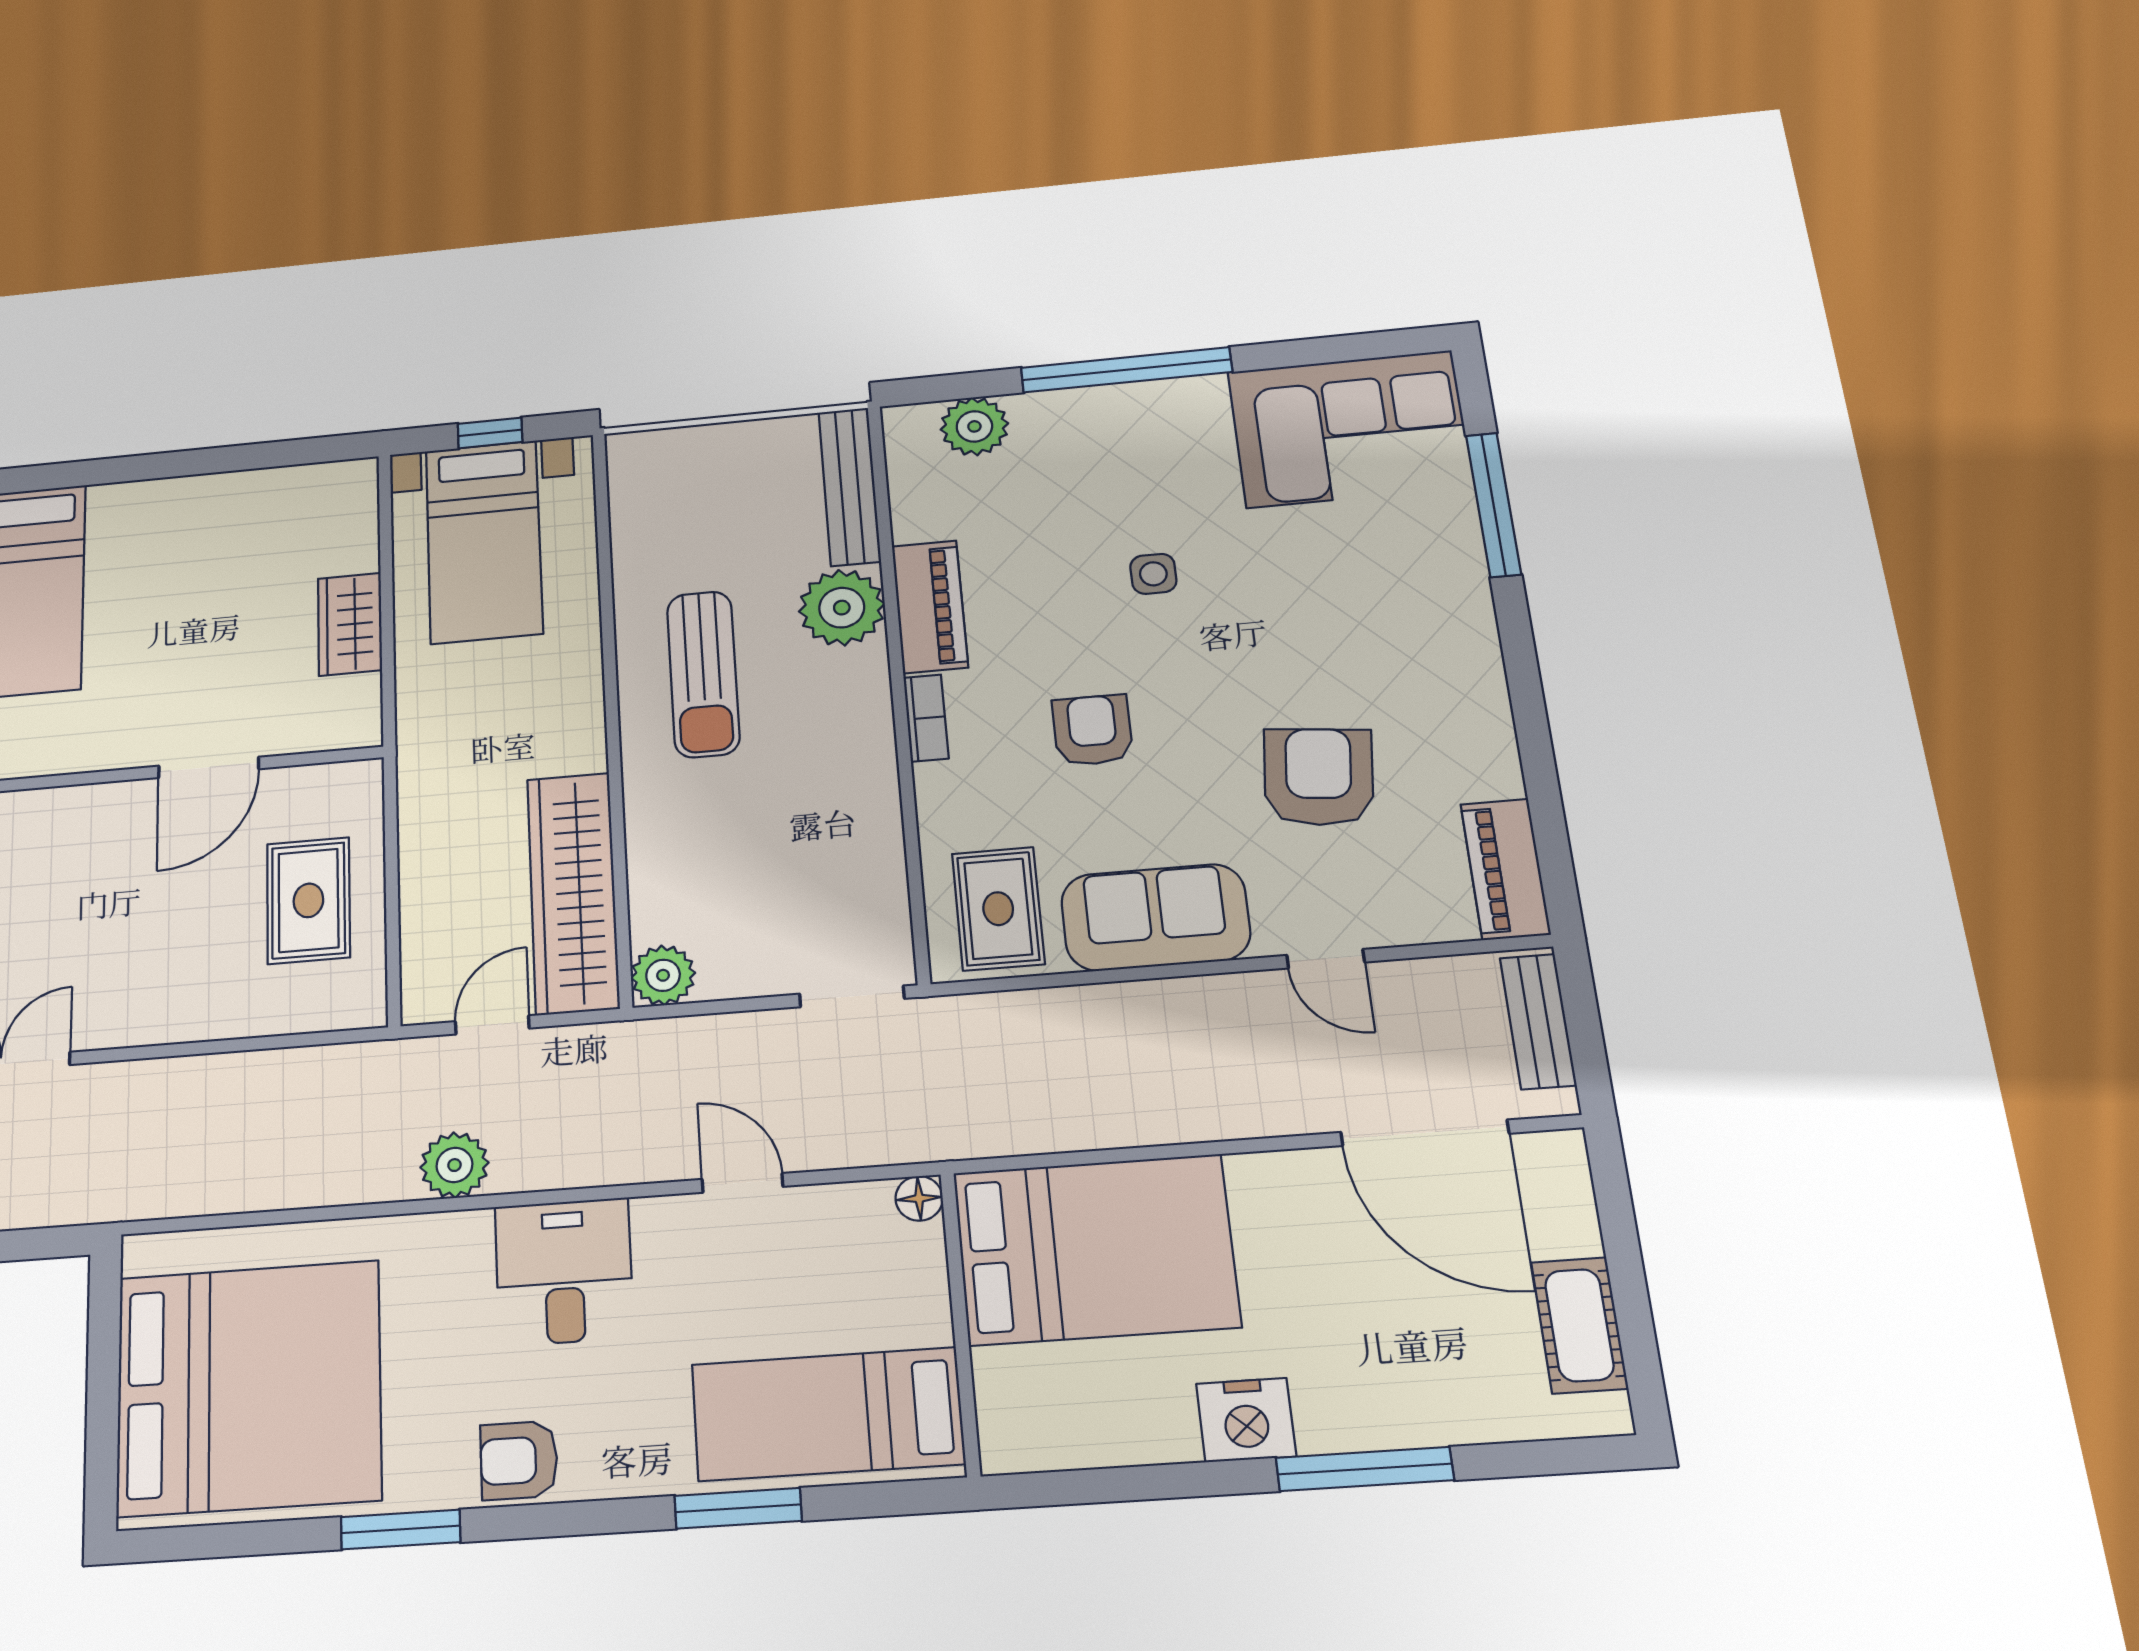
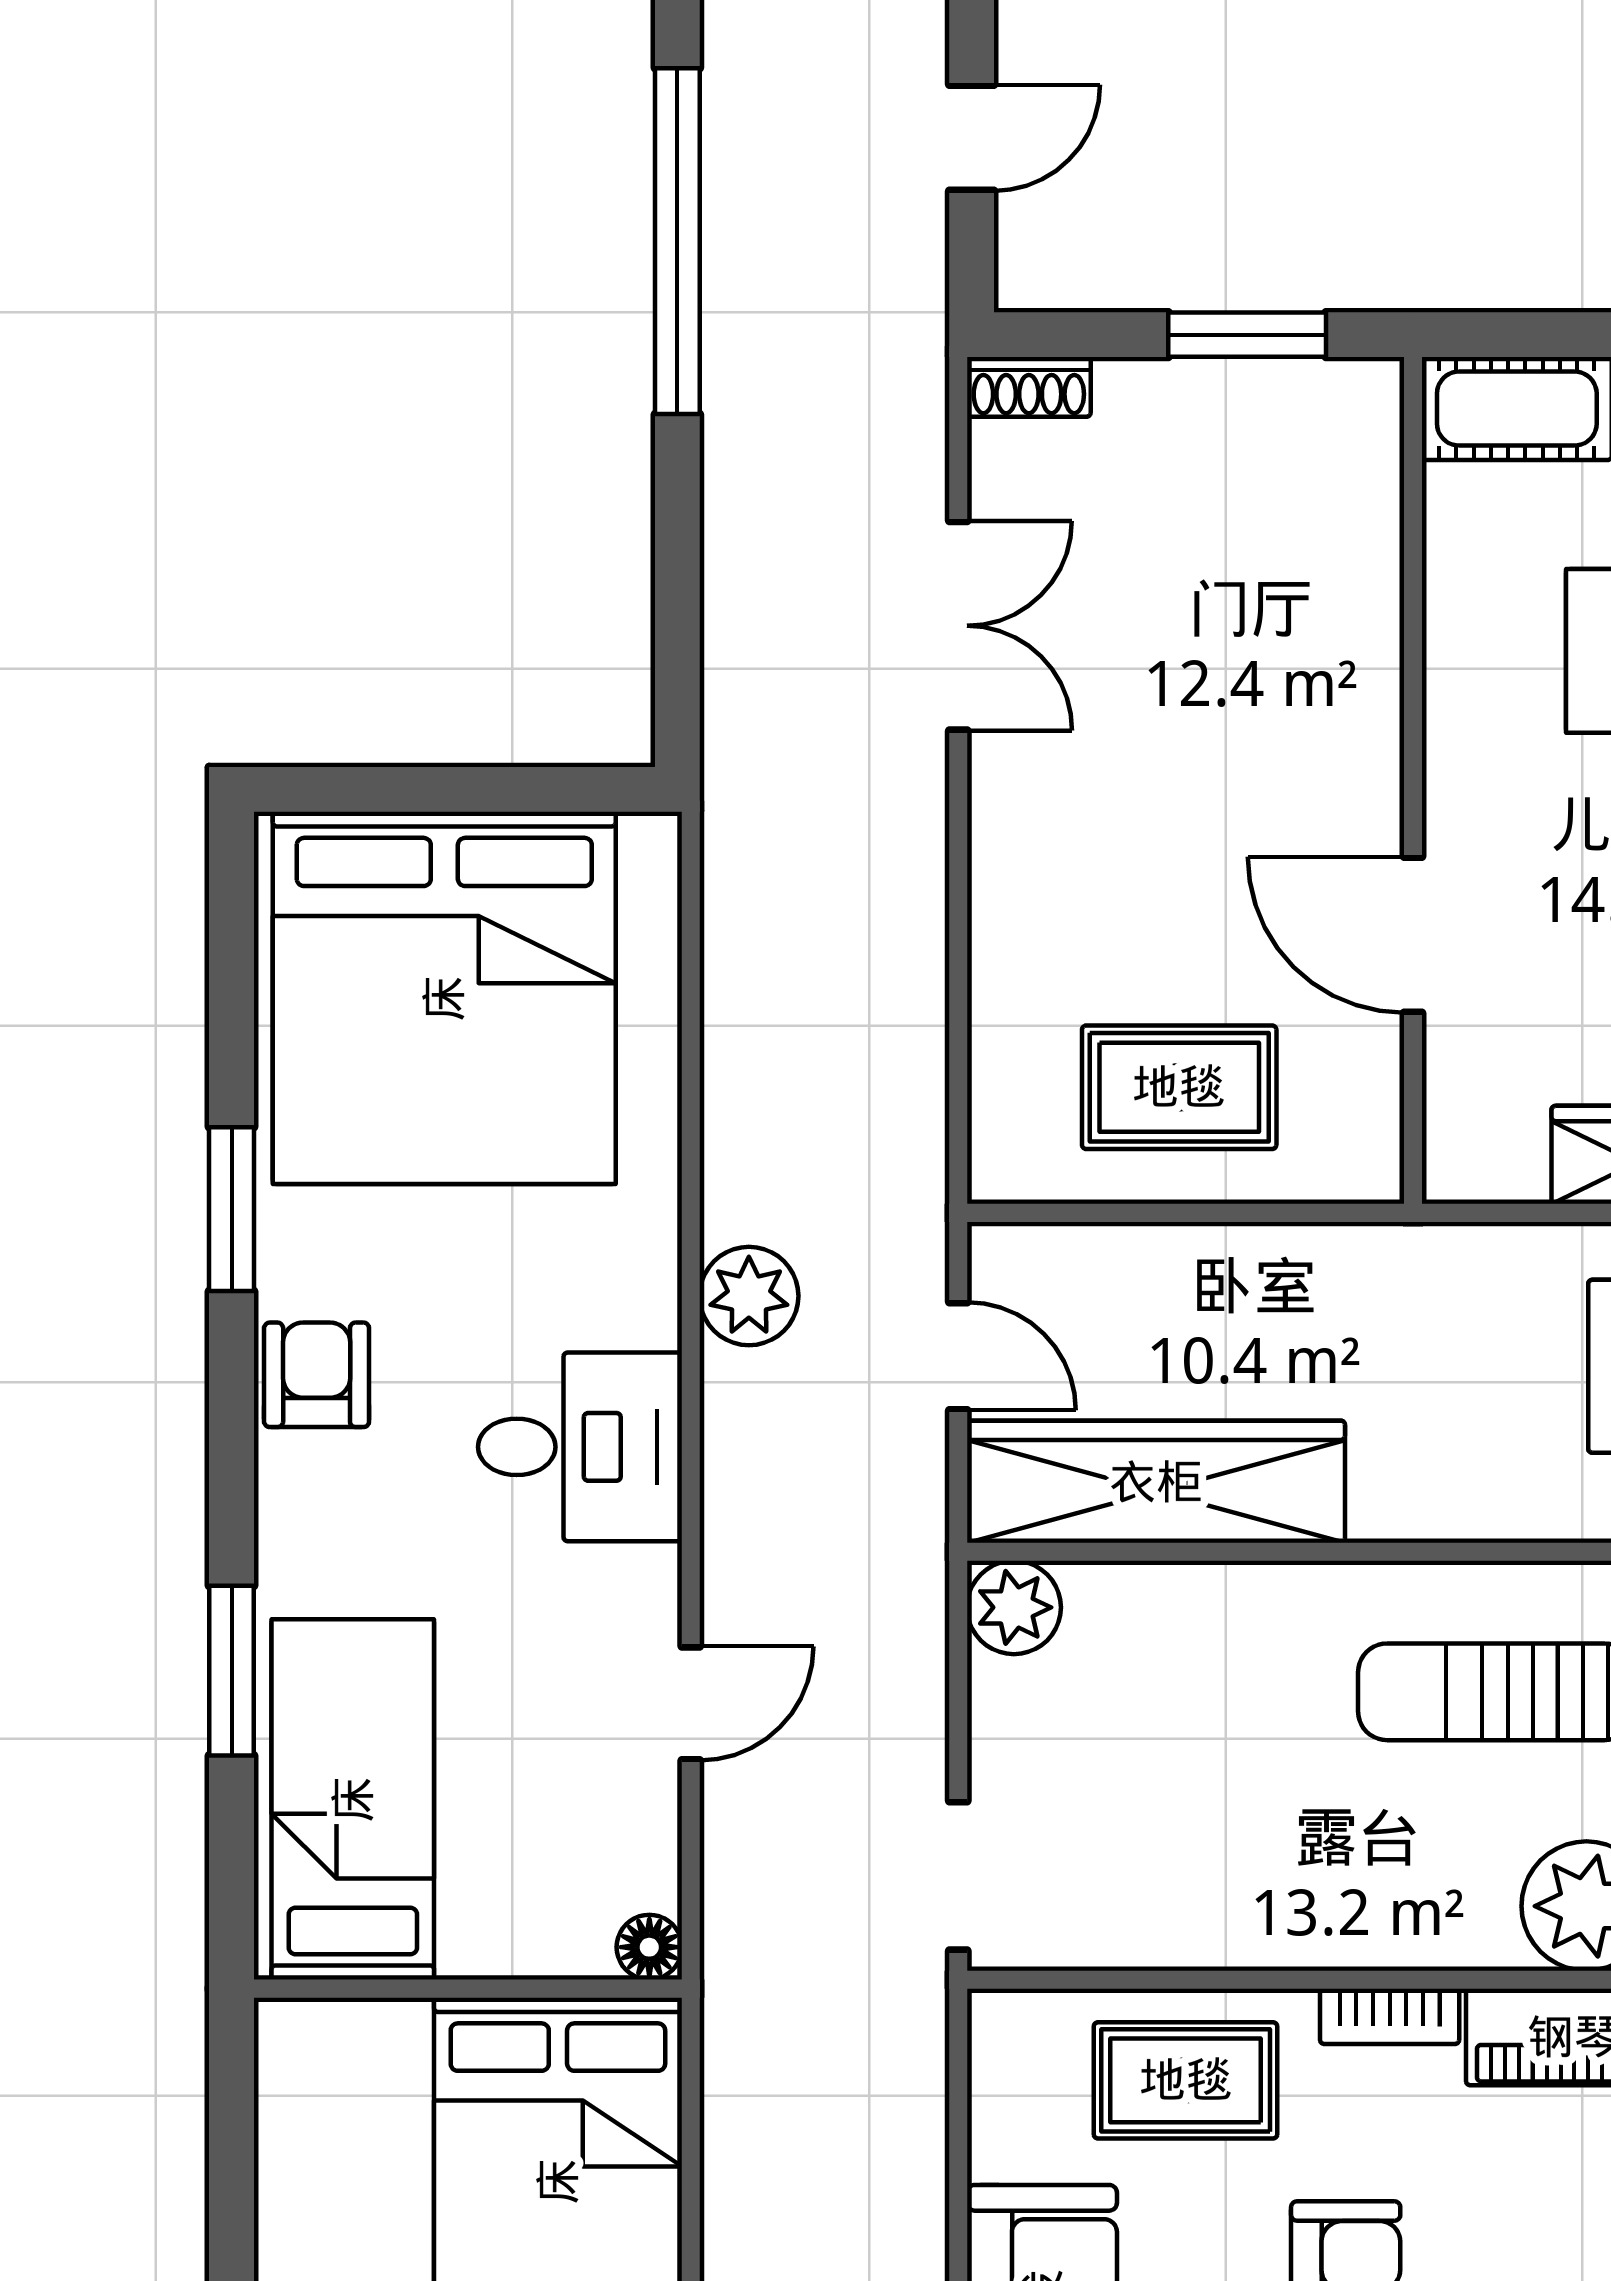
rug: (998, 909) -> (1186, 2080), moved

